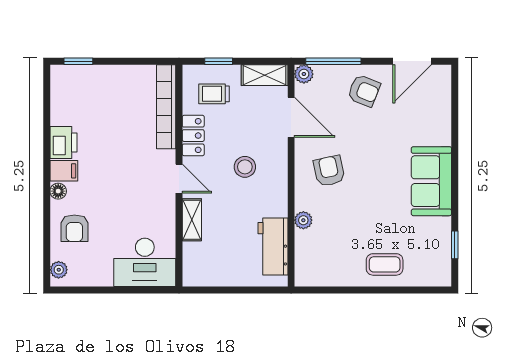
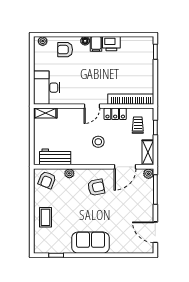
armchair: (364, 91) -> (47, 180), moved
shelving: (192, 220) -> (45, 113), moved

